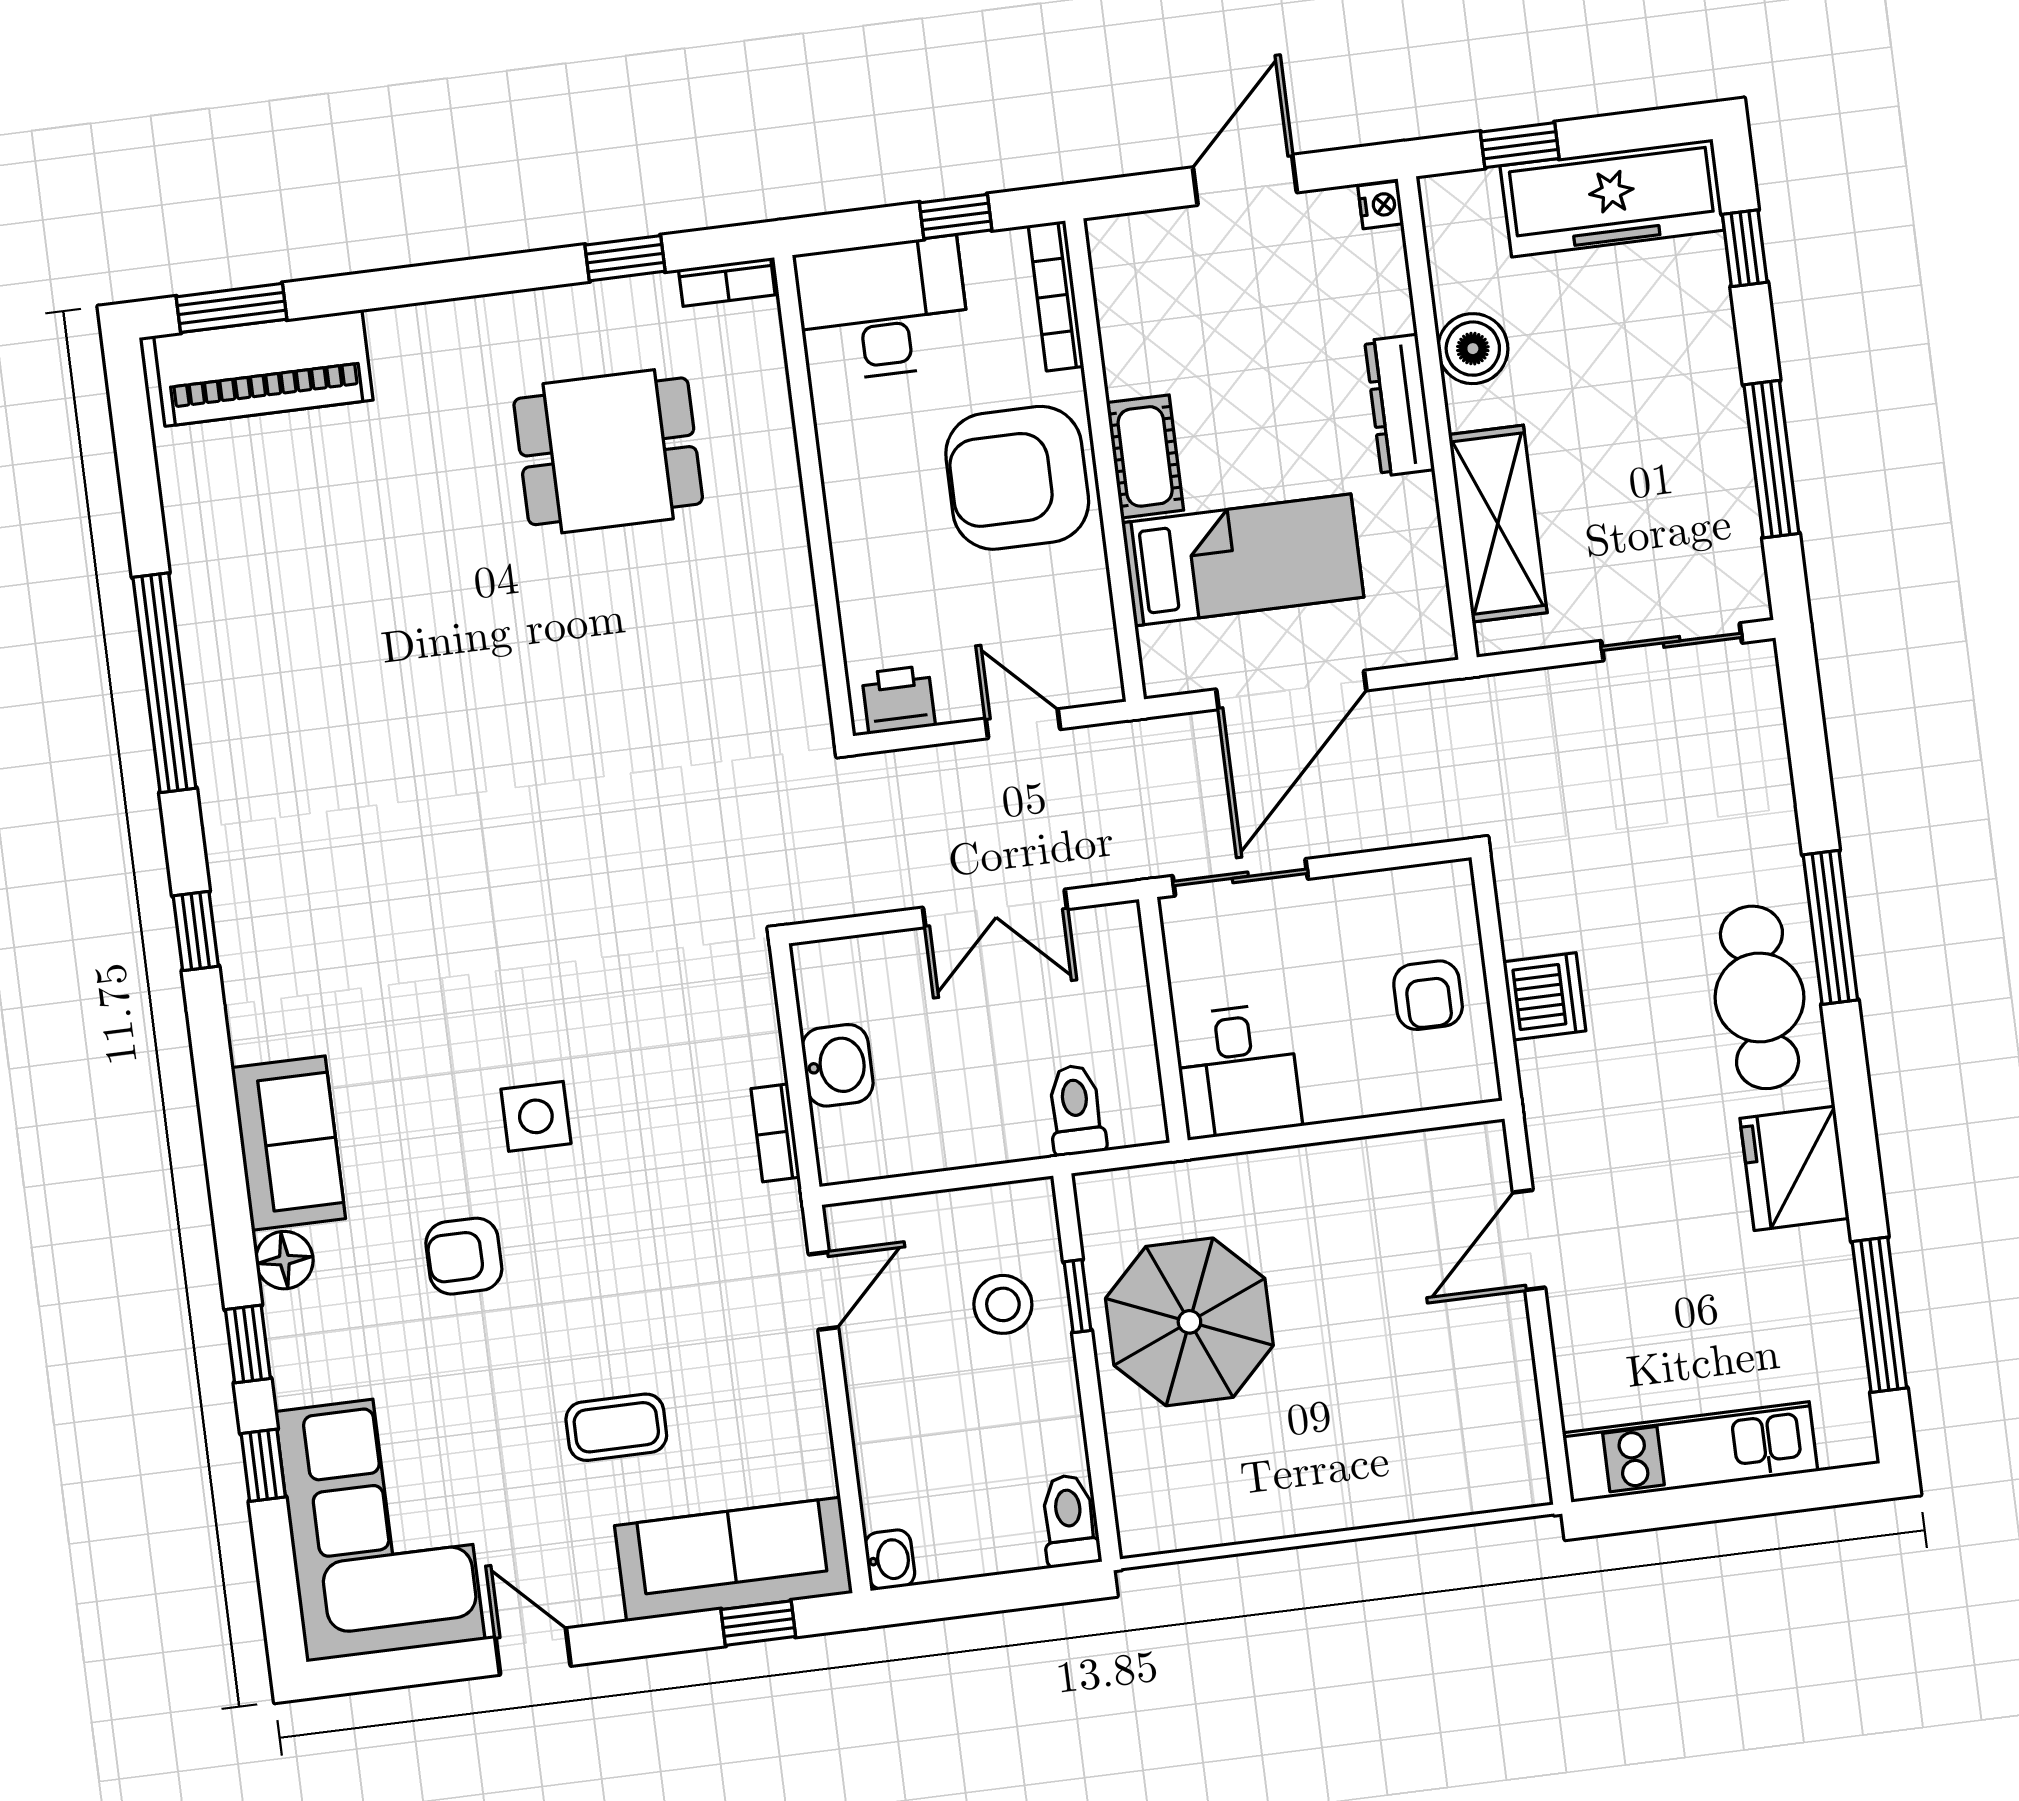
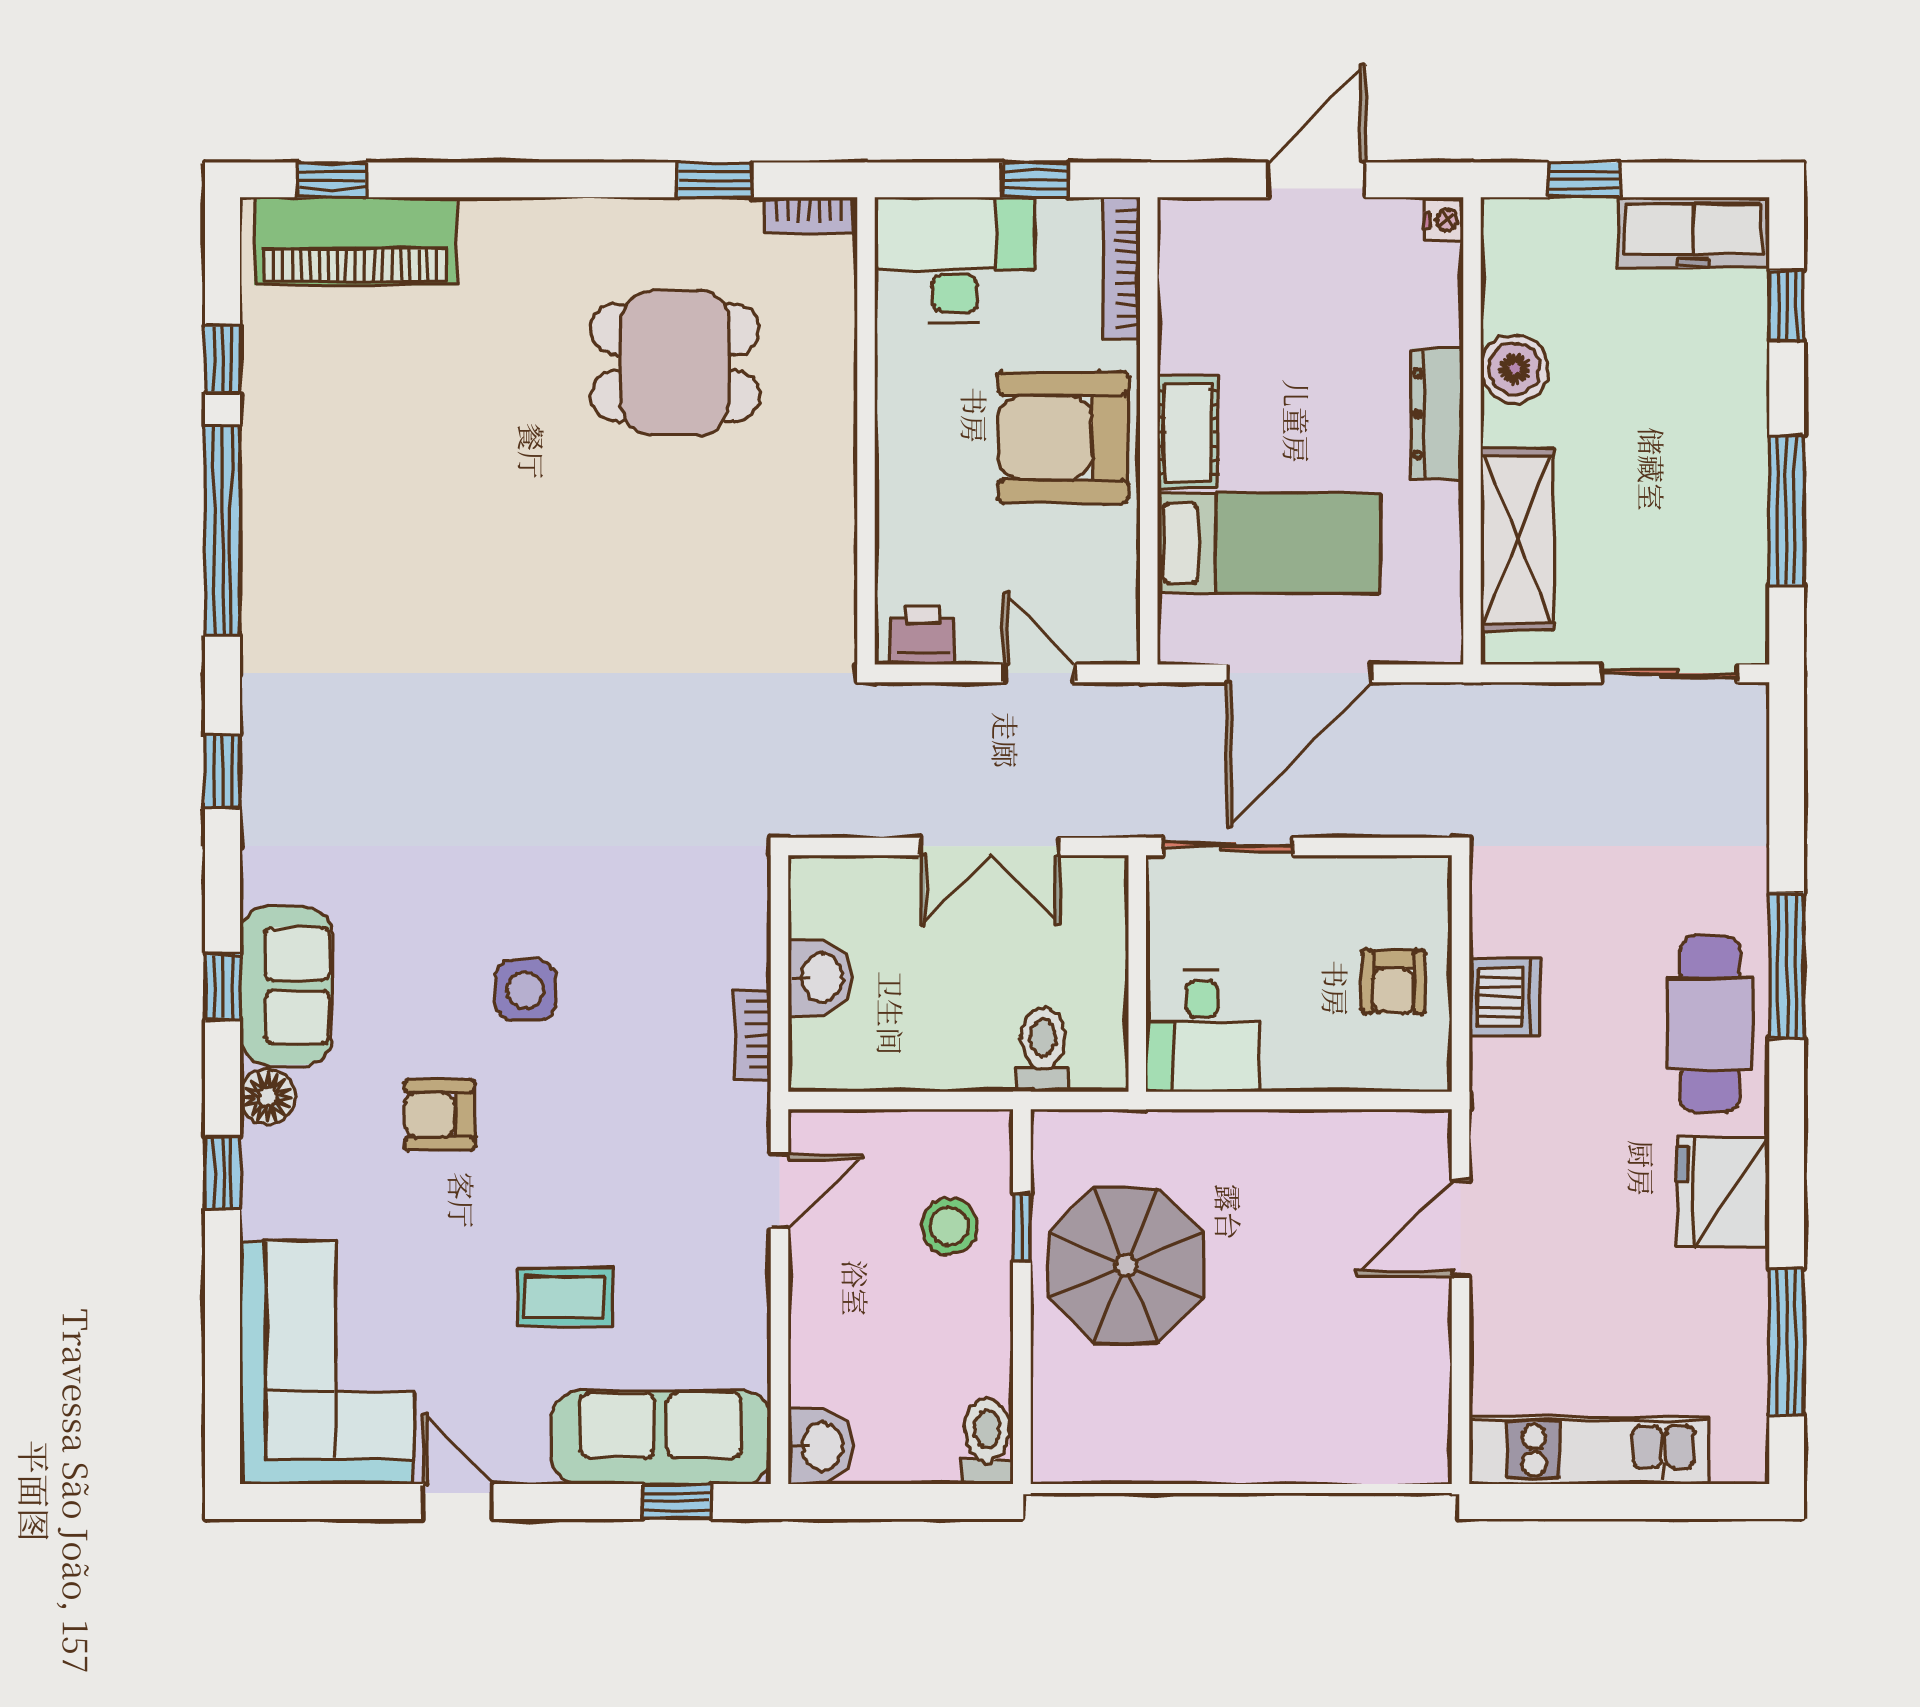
freezer: (1612, 198) -> (1693, 232), width x0.73, depth x0.79
window: (231, 308) -> (332, 180), width x0.67
window: (142, 507) -> (223, 359), added
window: (263, 1465) -> (223, 987), moved
washbasin: (890, 1560) -> (820, 1446), width x1.38, depth x1.45

